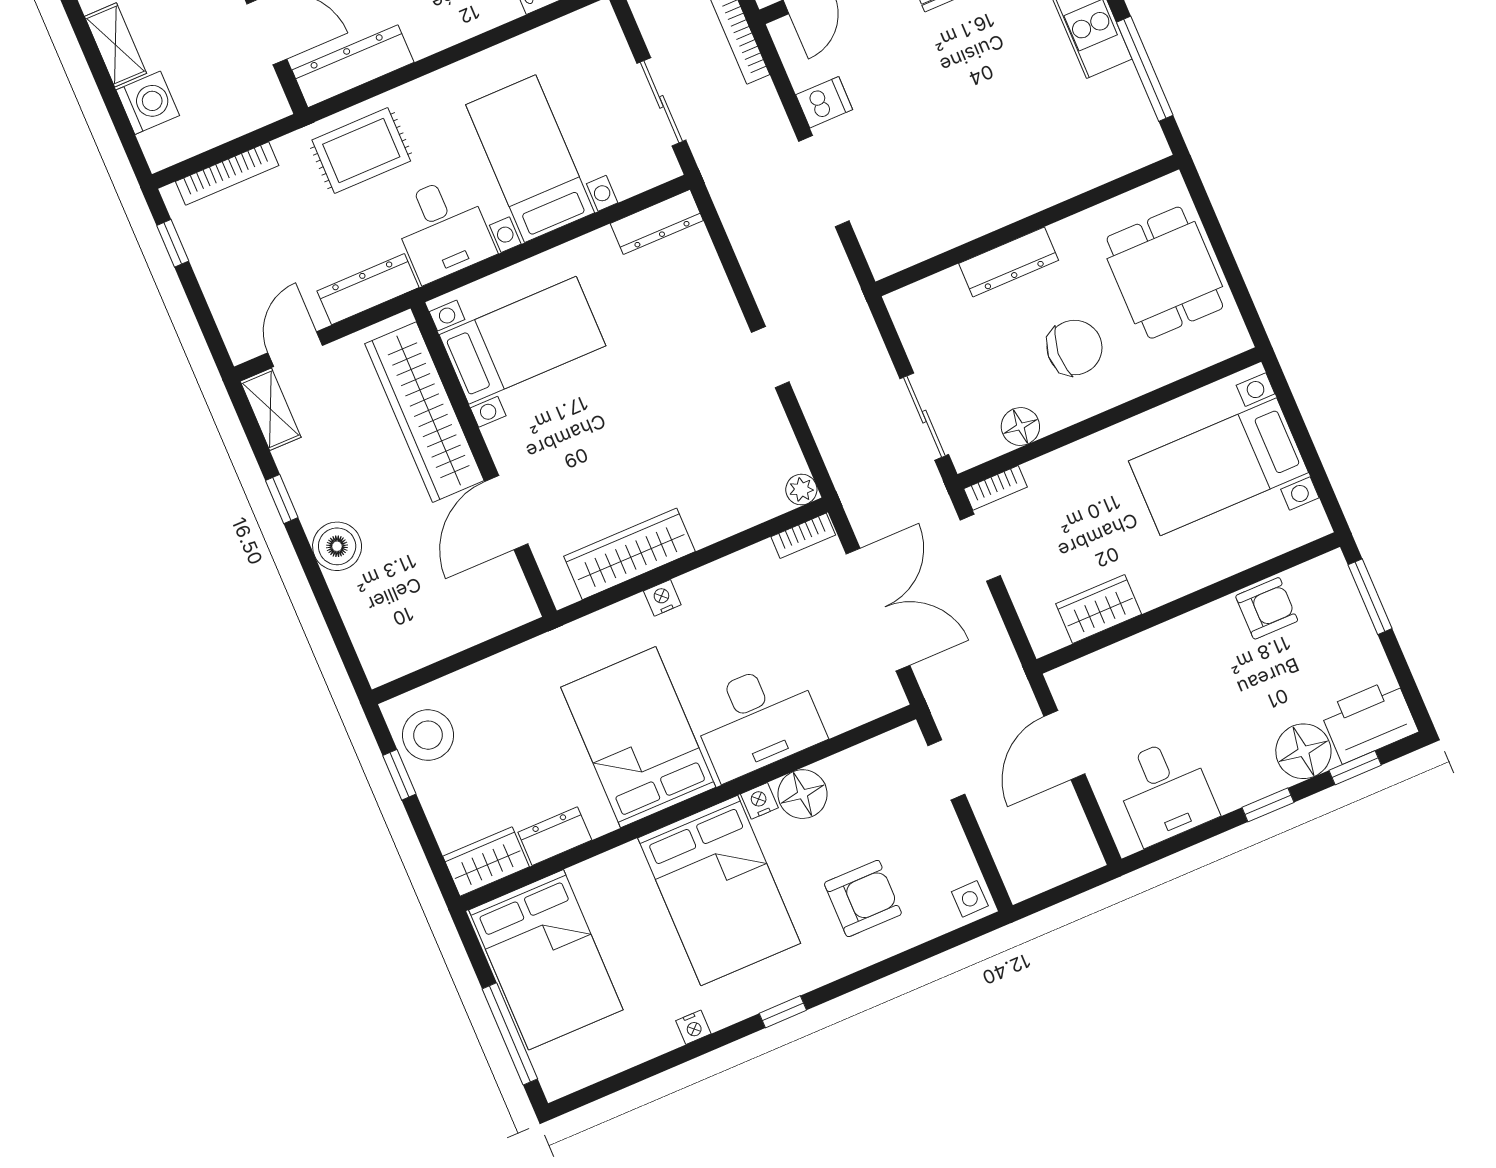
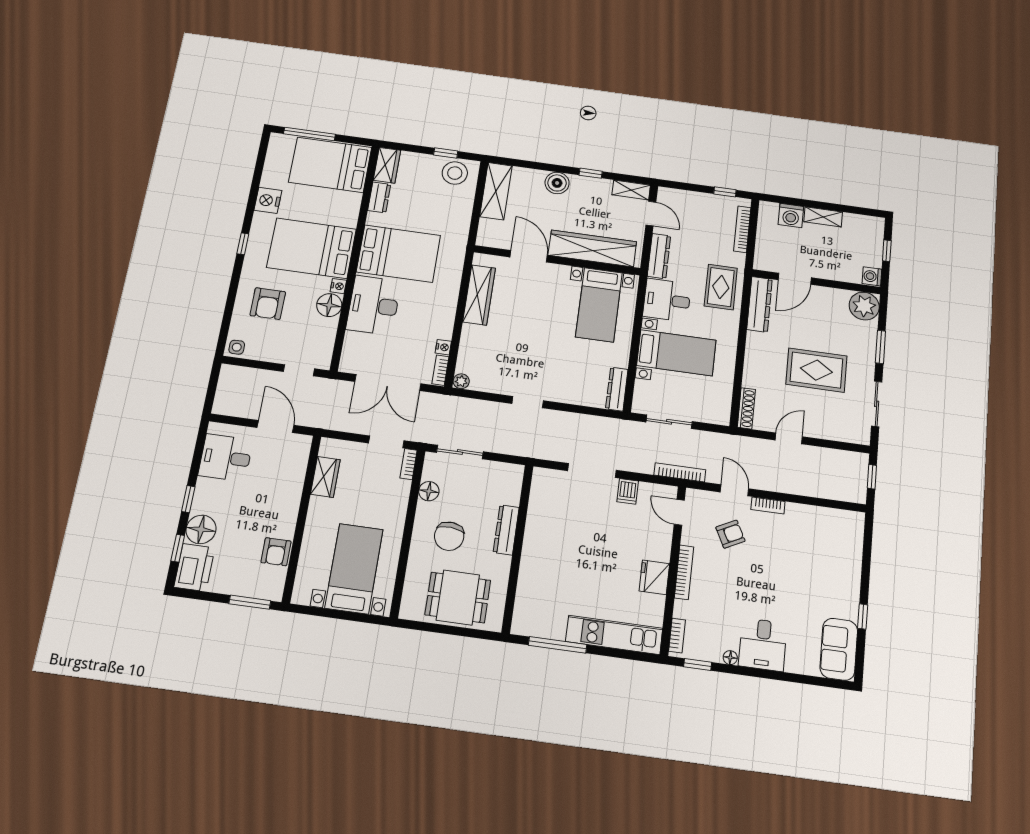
nightstand: (662, 598) -> (443, 347), moved
shelving: (419, 643) -> (496, 191), added
nightstand: (693, 1027) -> (268, 200), width x1.89, depth x1.79

